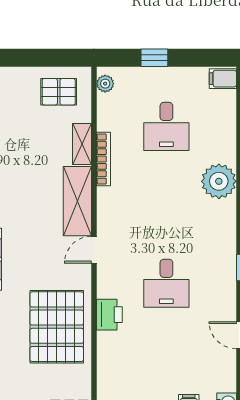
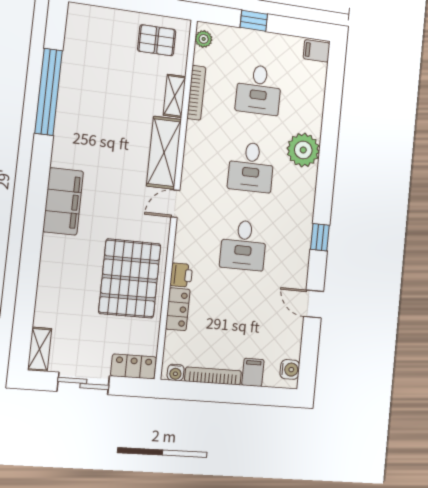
bookcase: (103, 159) -> (196, 93), moved
desk: (166, 205) -> (251, 167), added
printer: (109, 315) -> (181, 275), width x0.73, depth x0.81
locker: (107, 352) -> (178, 309), added

